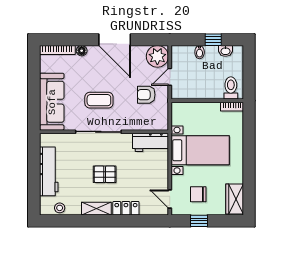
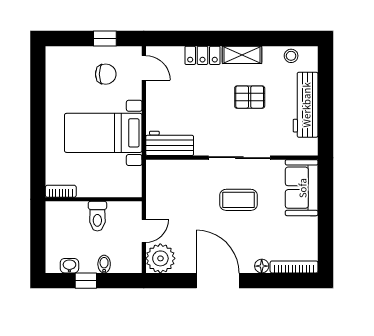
toilet: (231, 88) -> (97, 216), moved
armchair: (146, 95) -> (175, 207), removed
sofa: (52, 102) -> (302, 188), width x0.73
pallet: (105, 174) -> (250, 97), moved
wardrobe: (235, 199) -> (57, 68), removed

